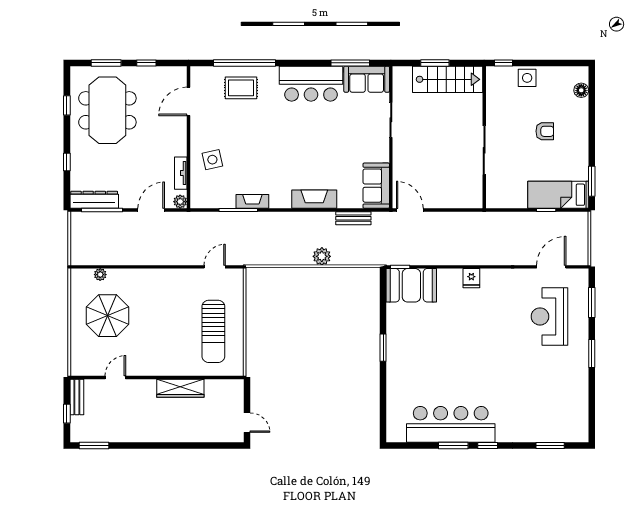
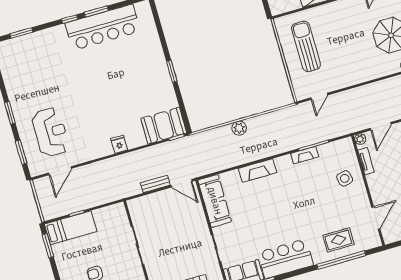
sofa: (376, 186) -> (215, 201), width x1.36
bench: (353, 218) -> (155, 184), moved

